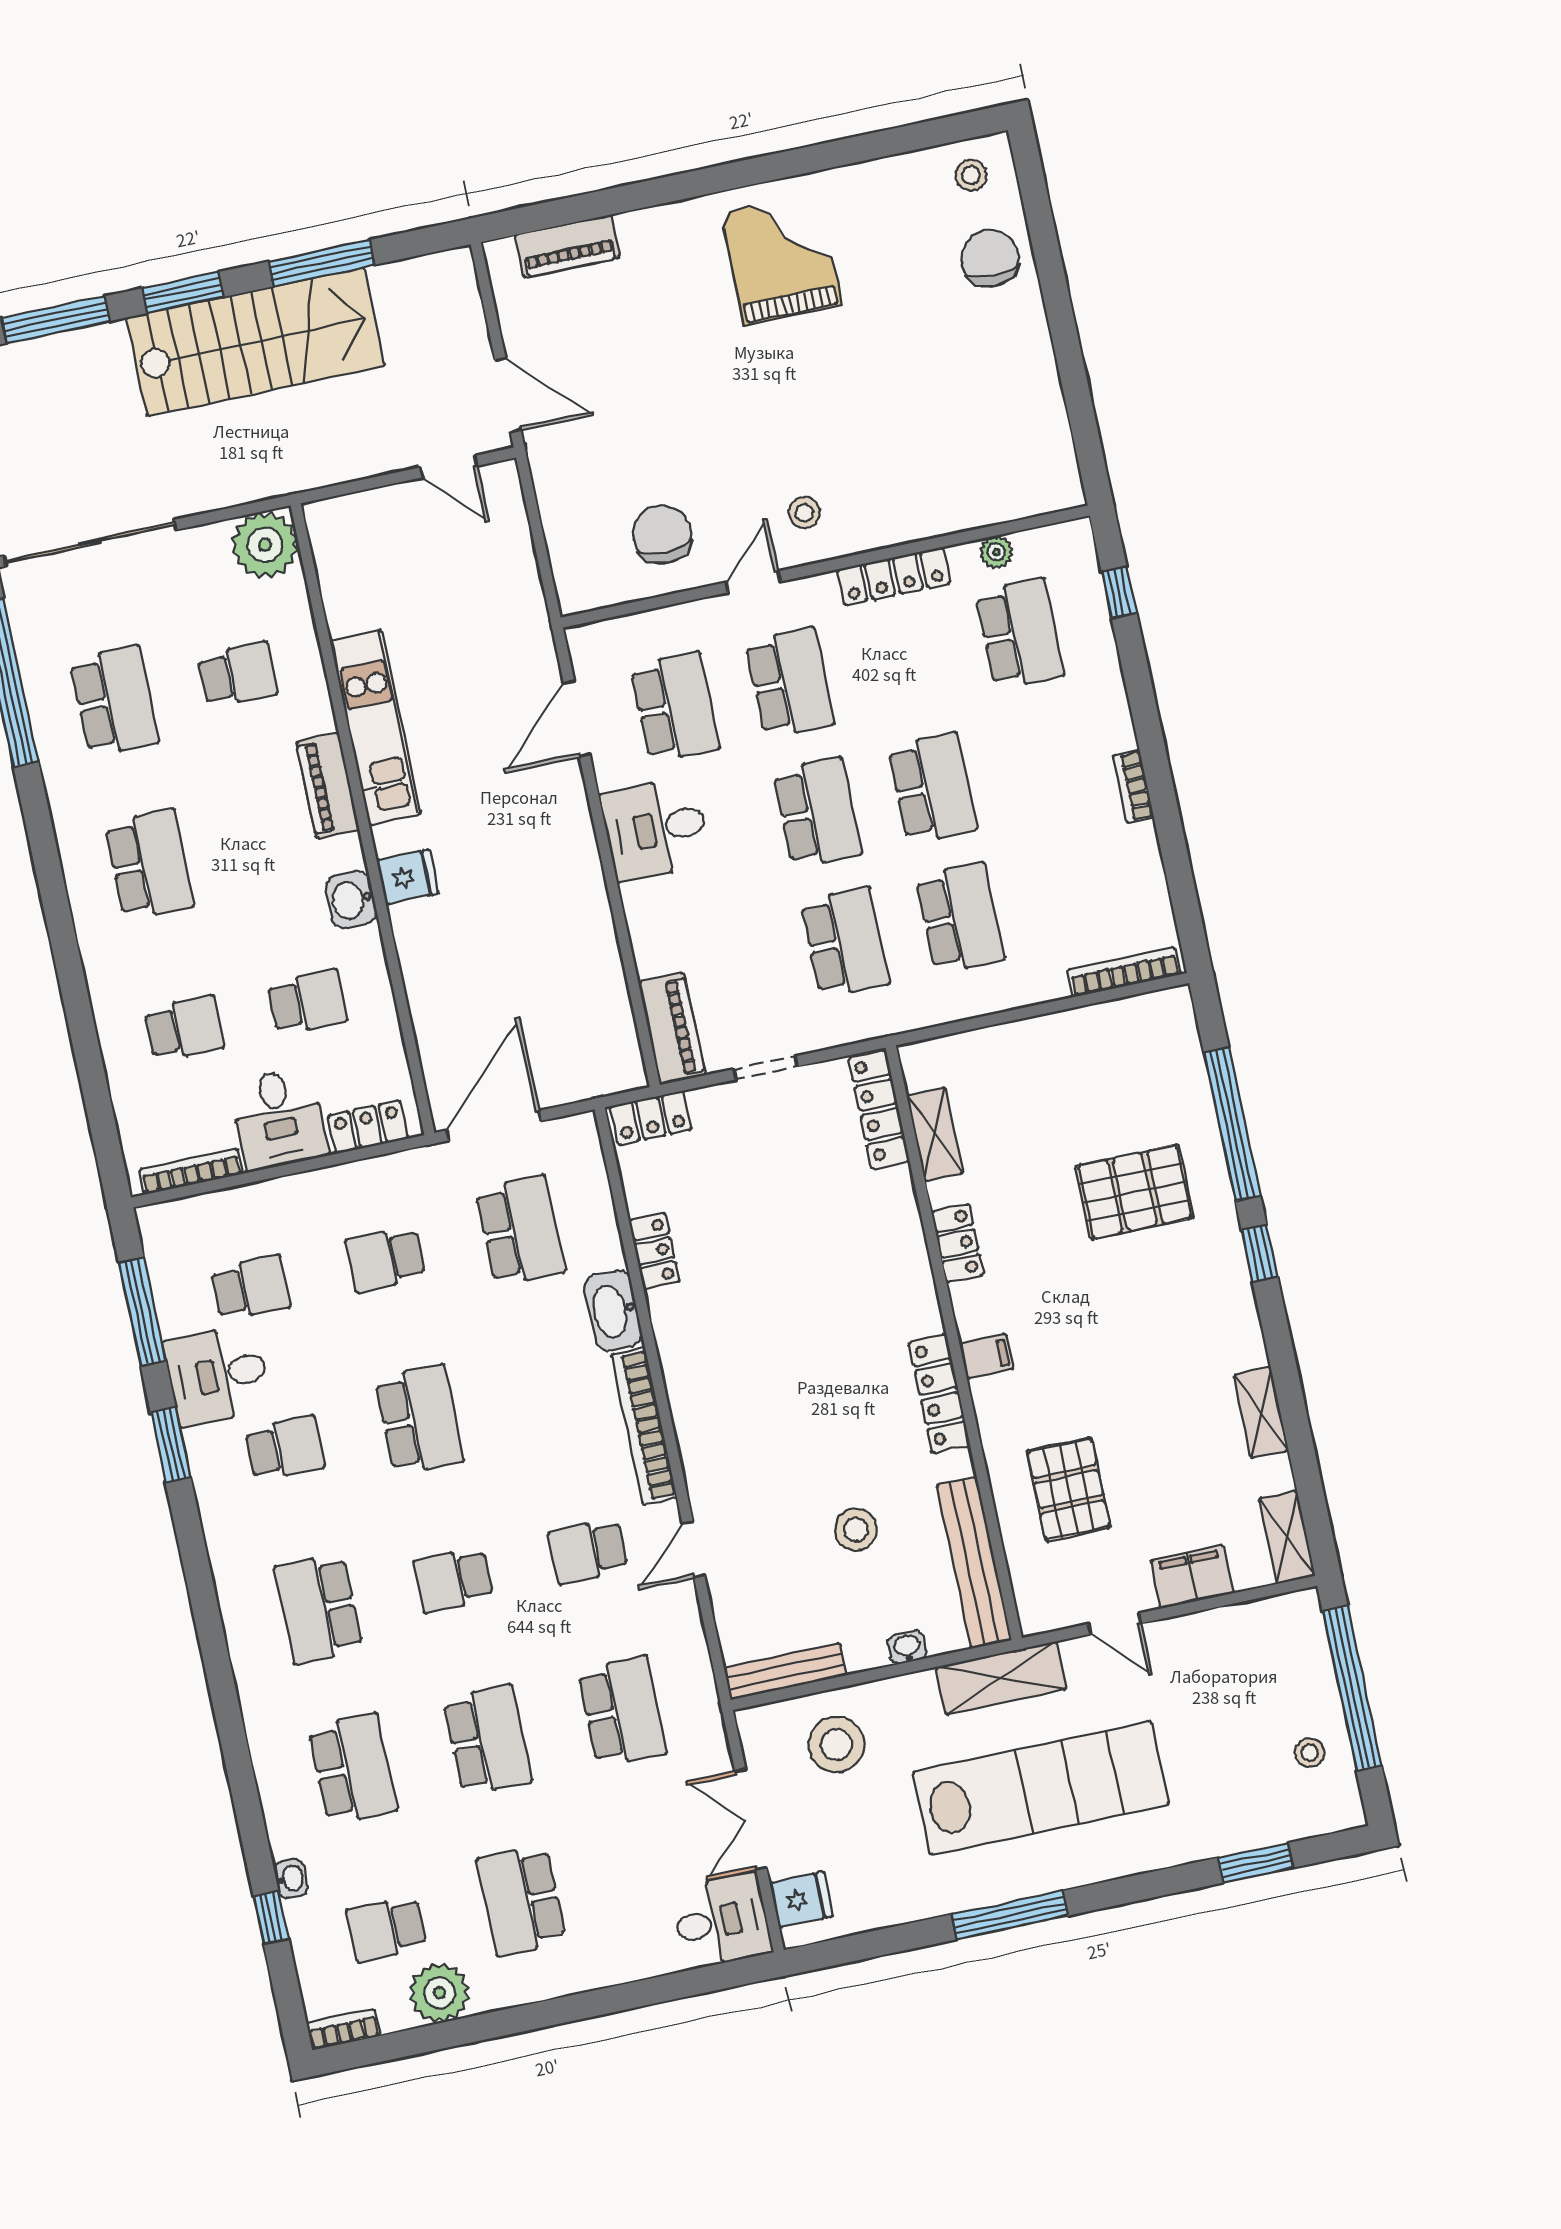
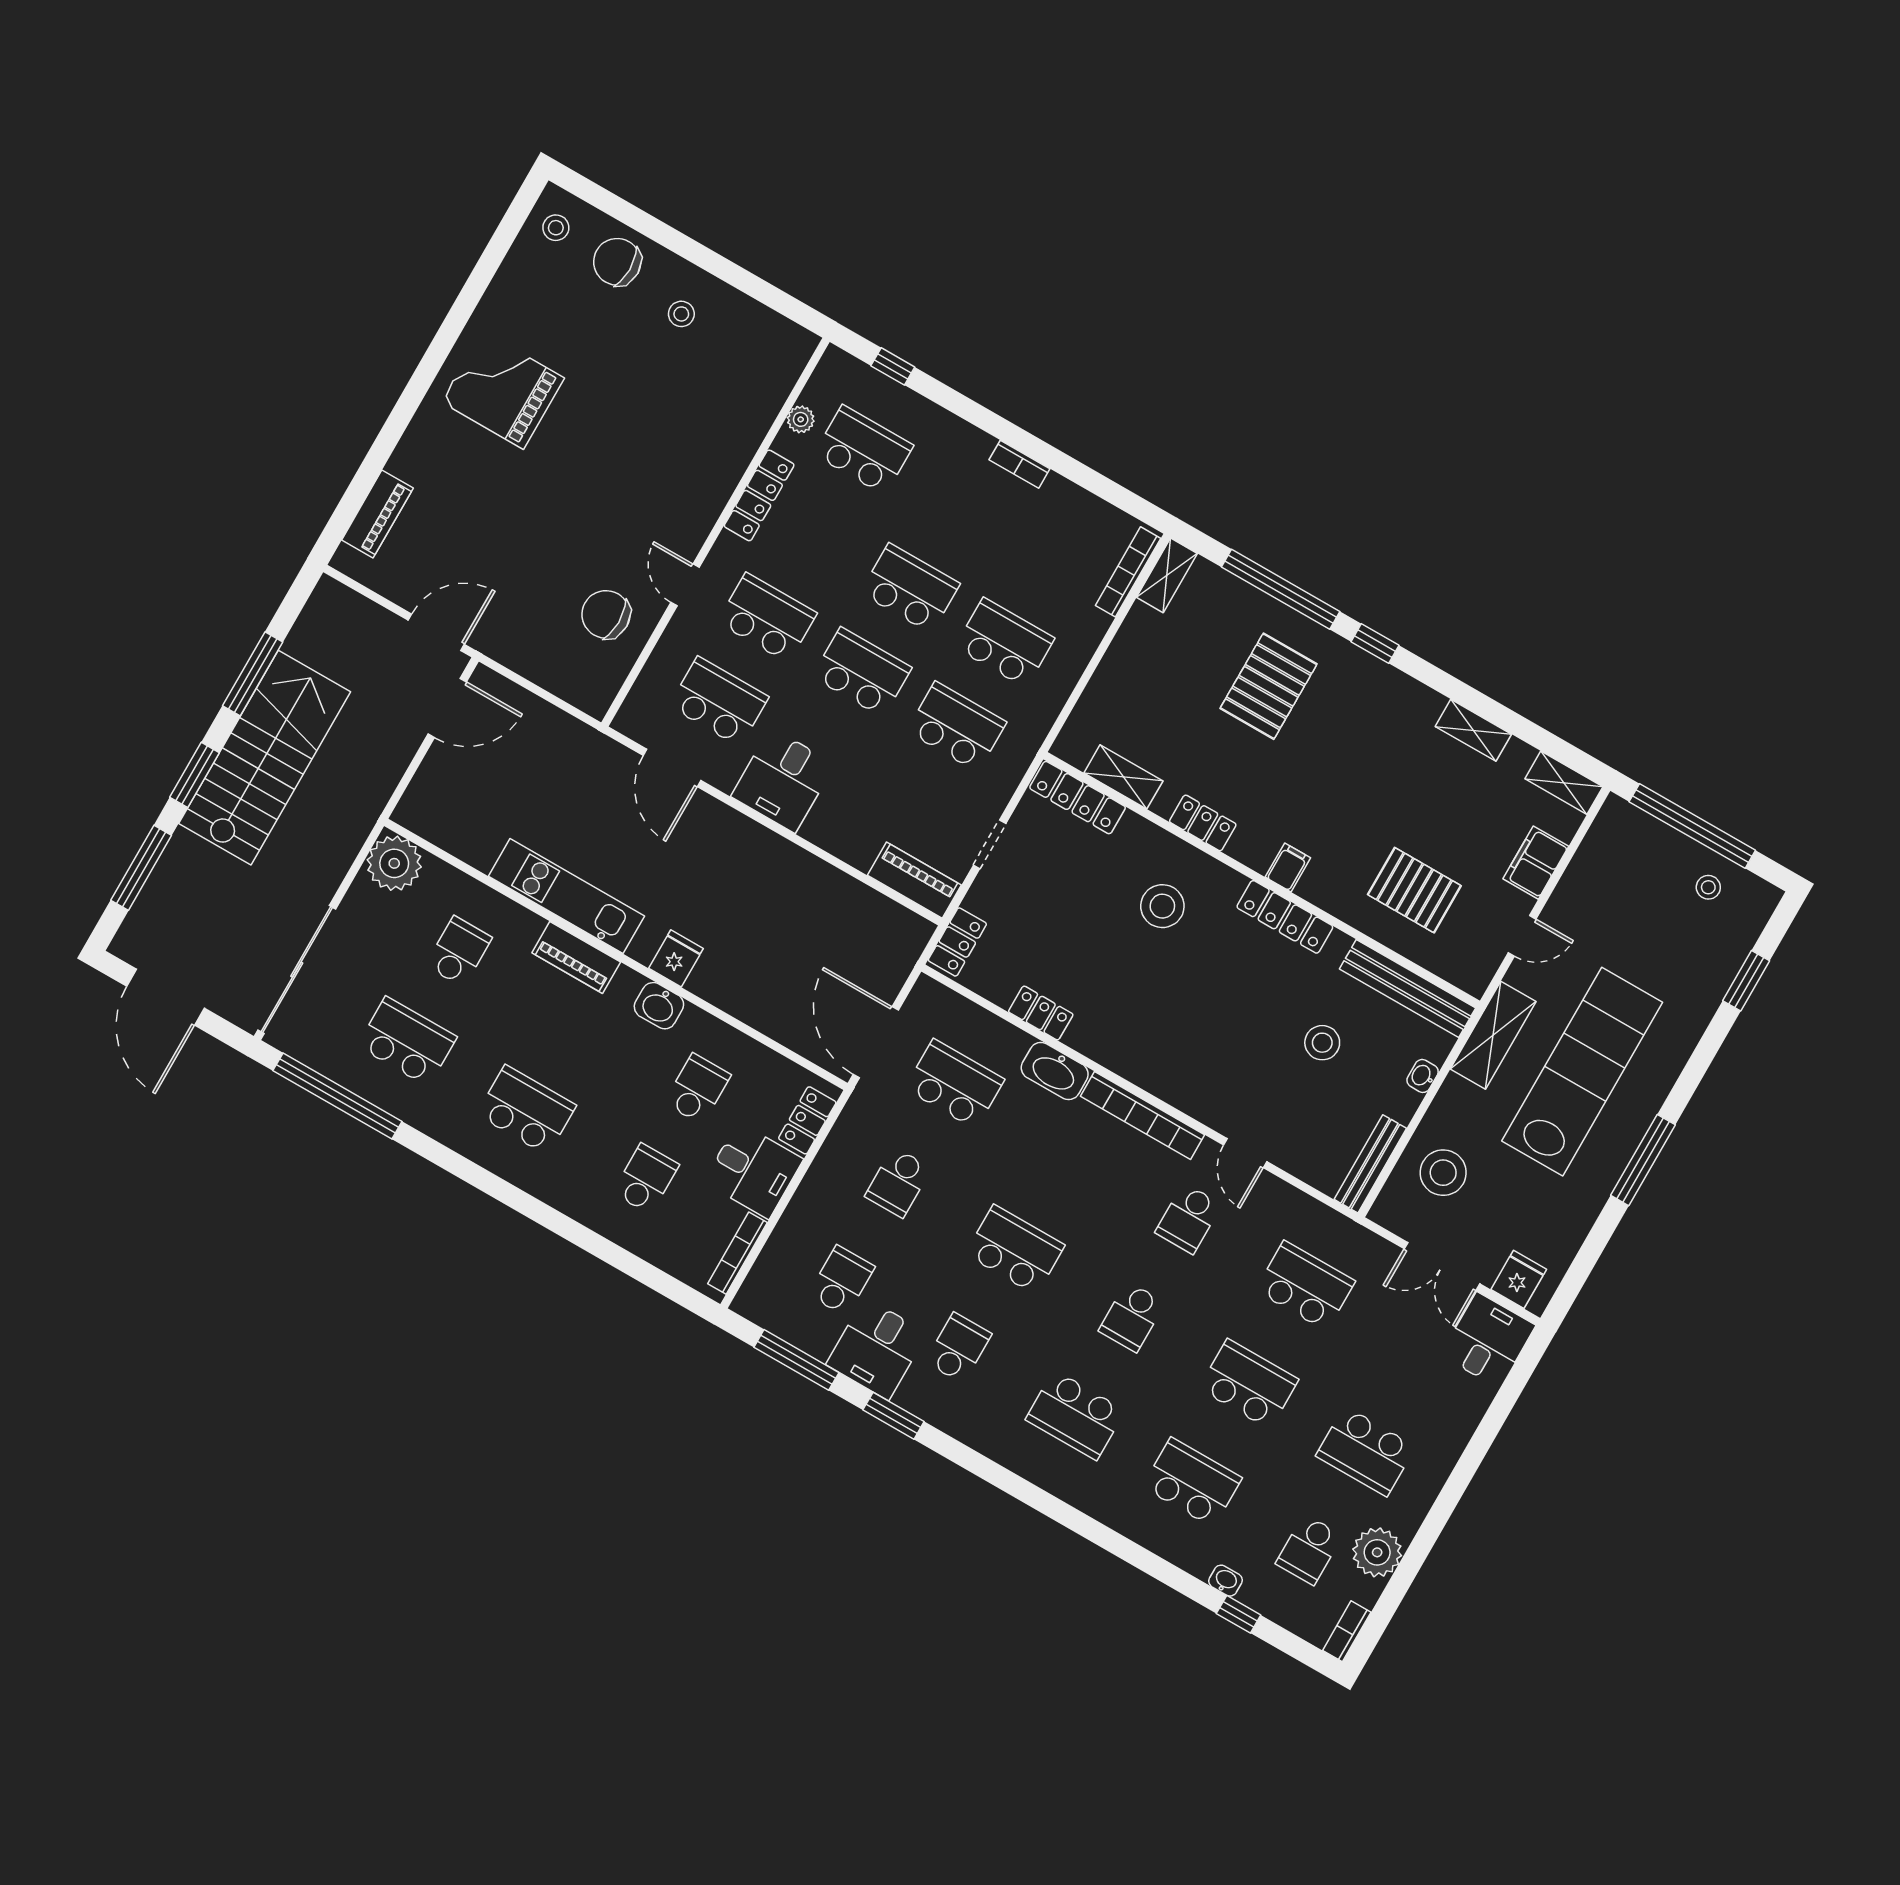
door: (449, 467) -> (447, 708), width x1.38
stool: (804, 513) -> (681, 314), moved
shelving: (1152, 1010) -> (1167, 575), added
stool: (850, 1274) -> (1162, 906), added

